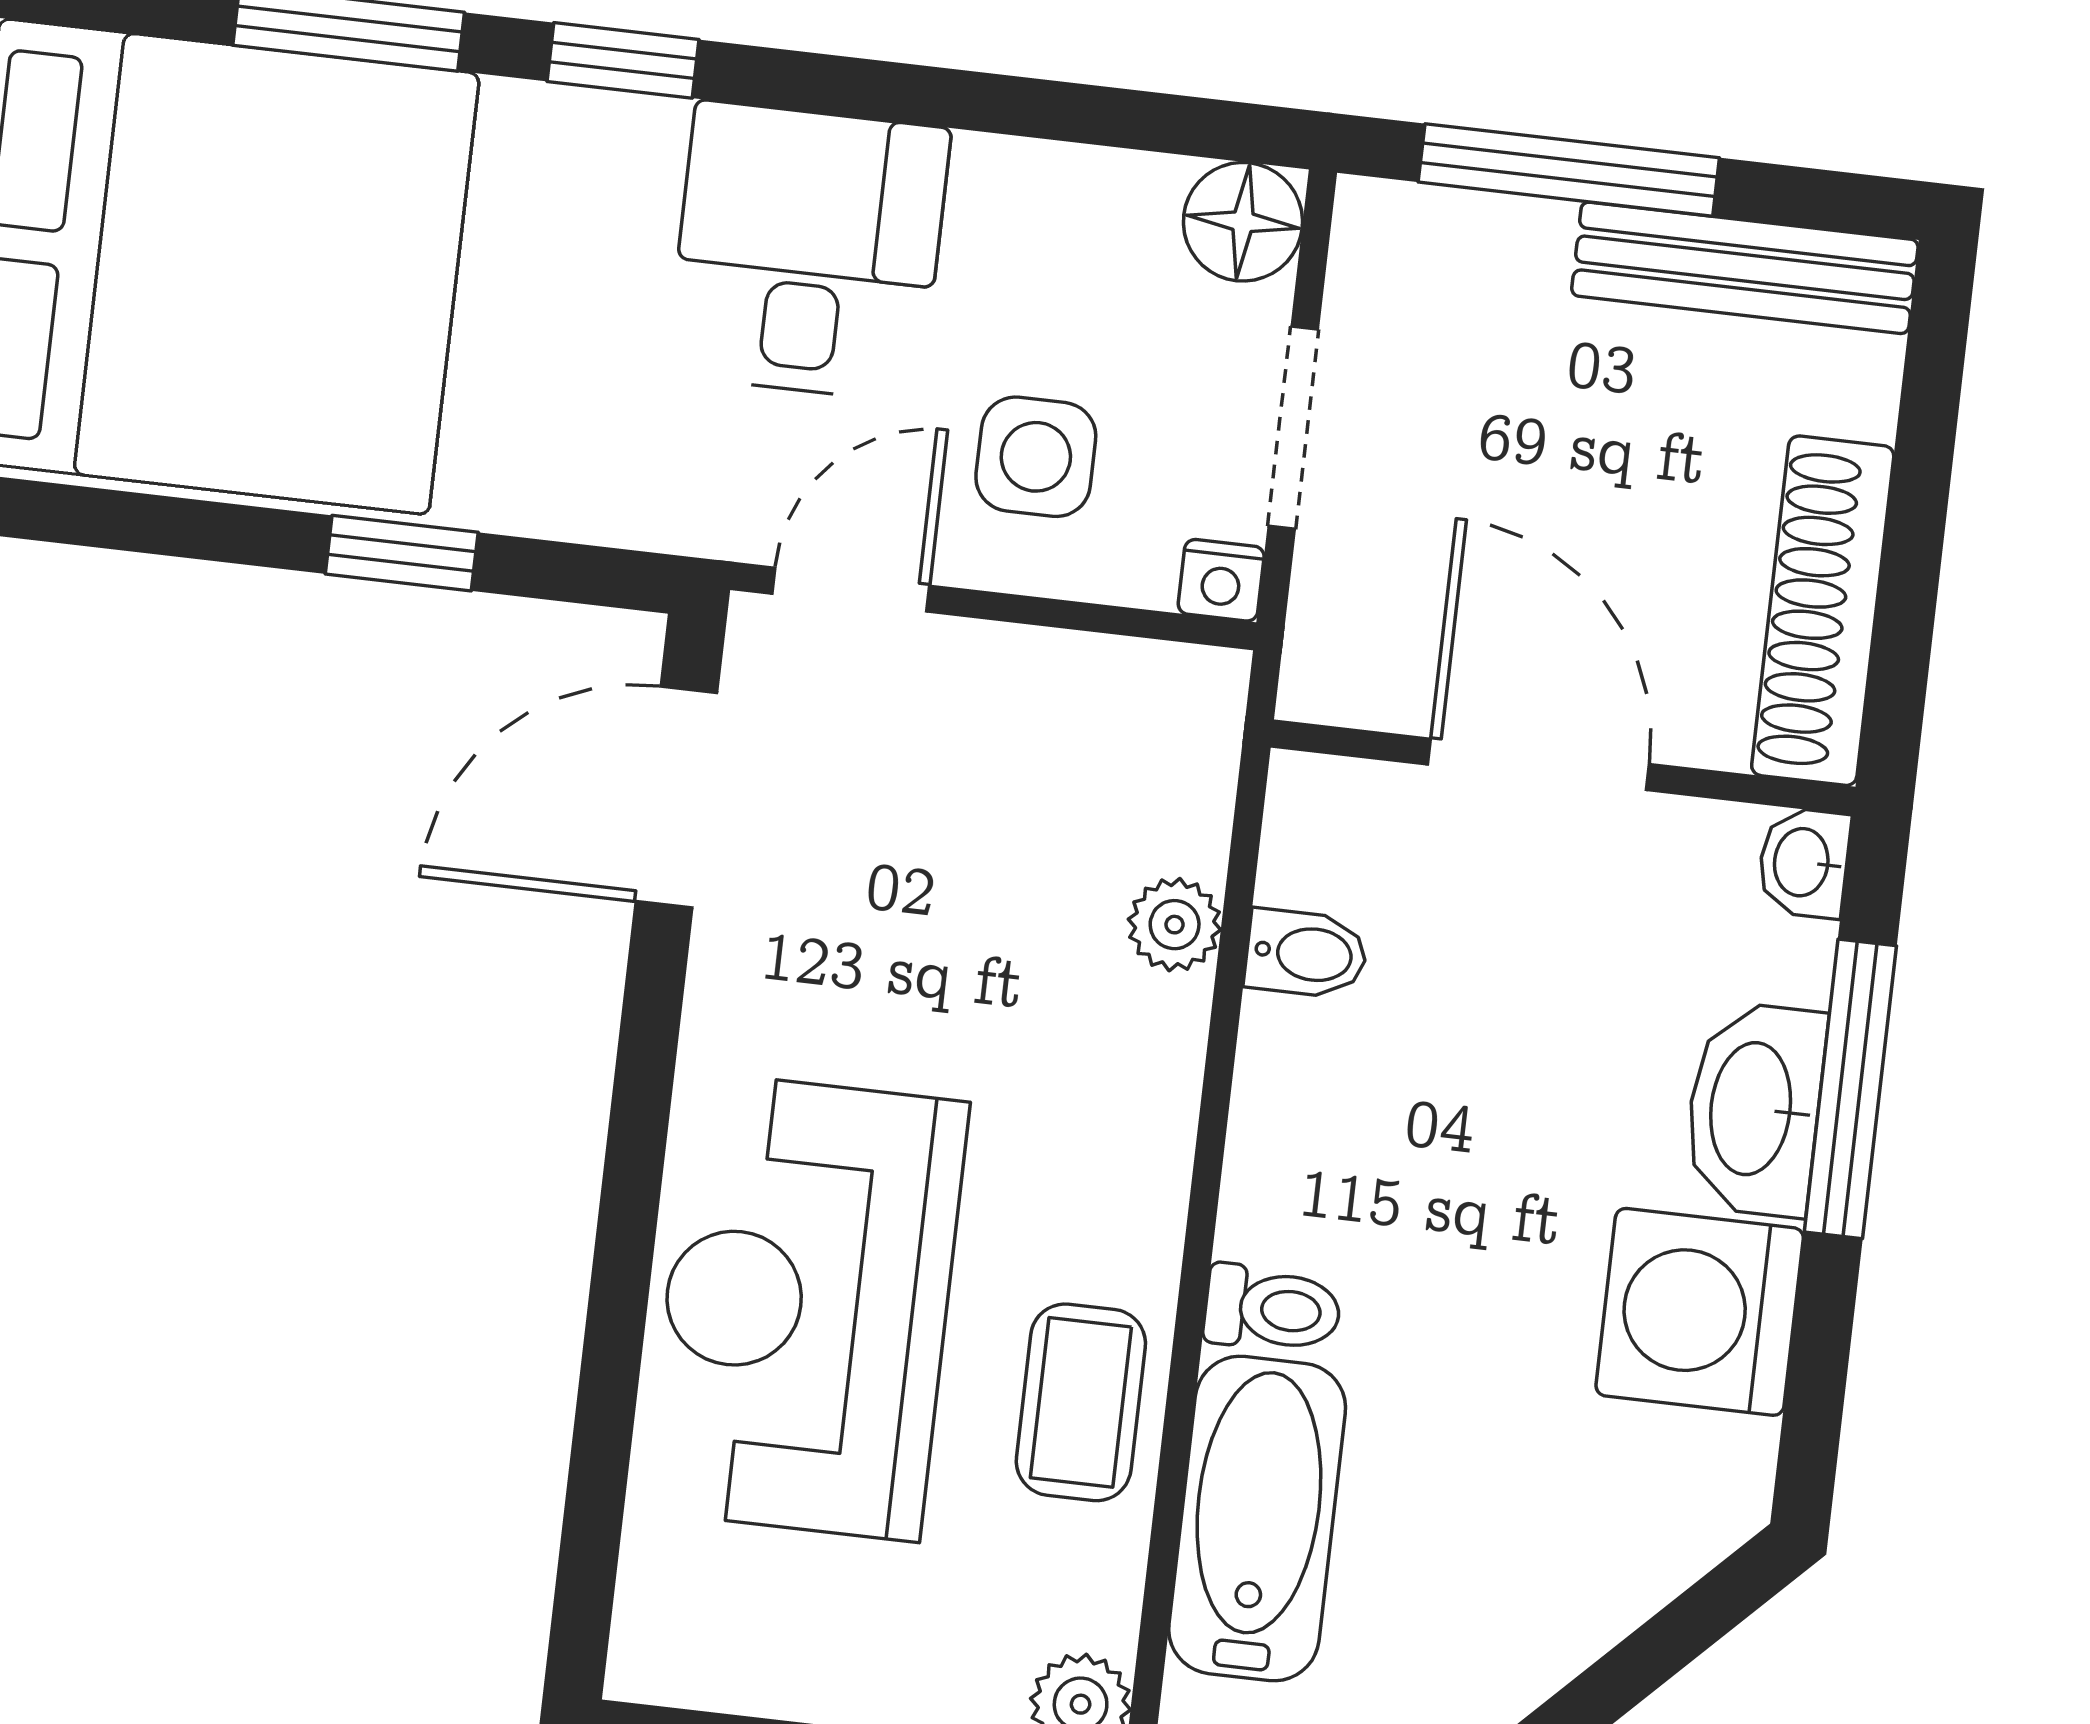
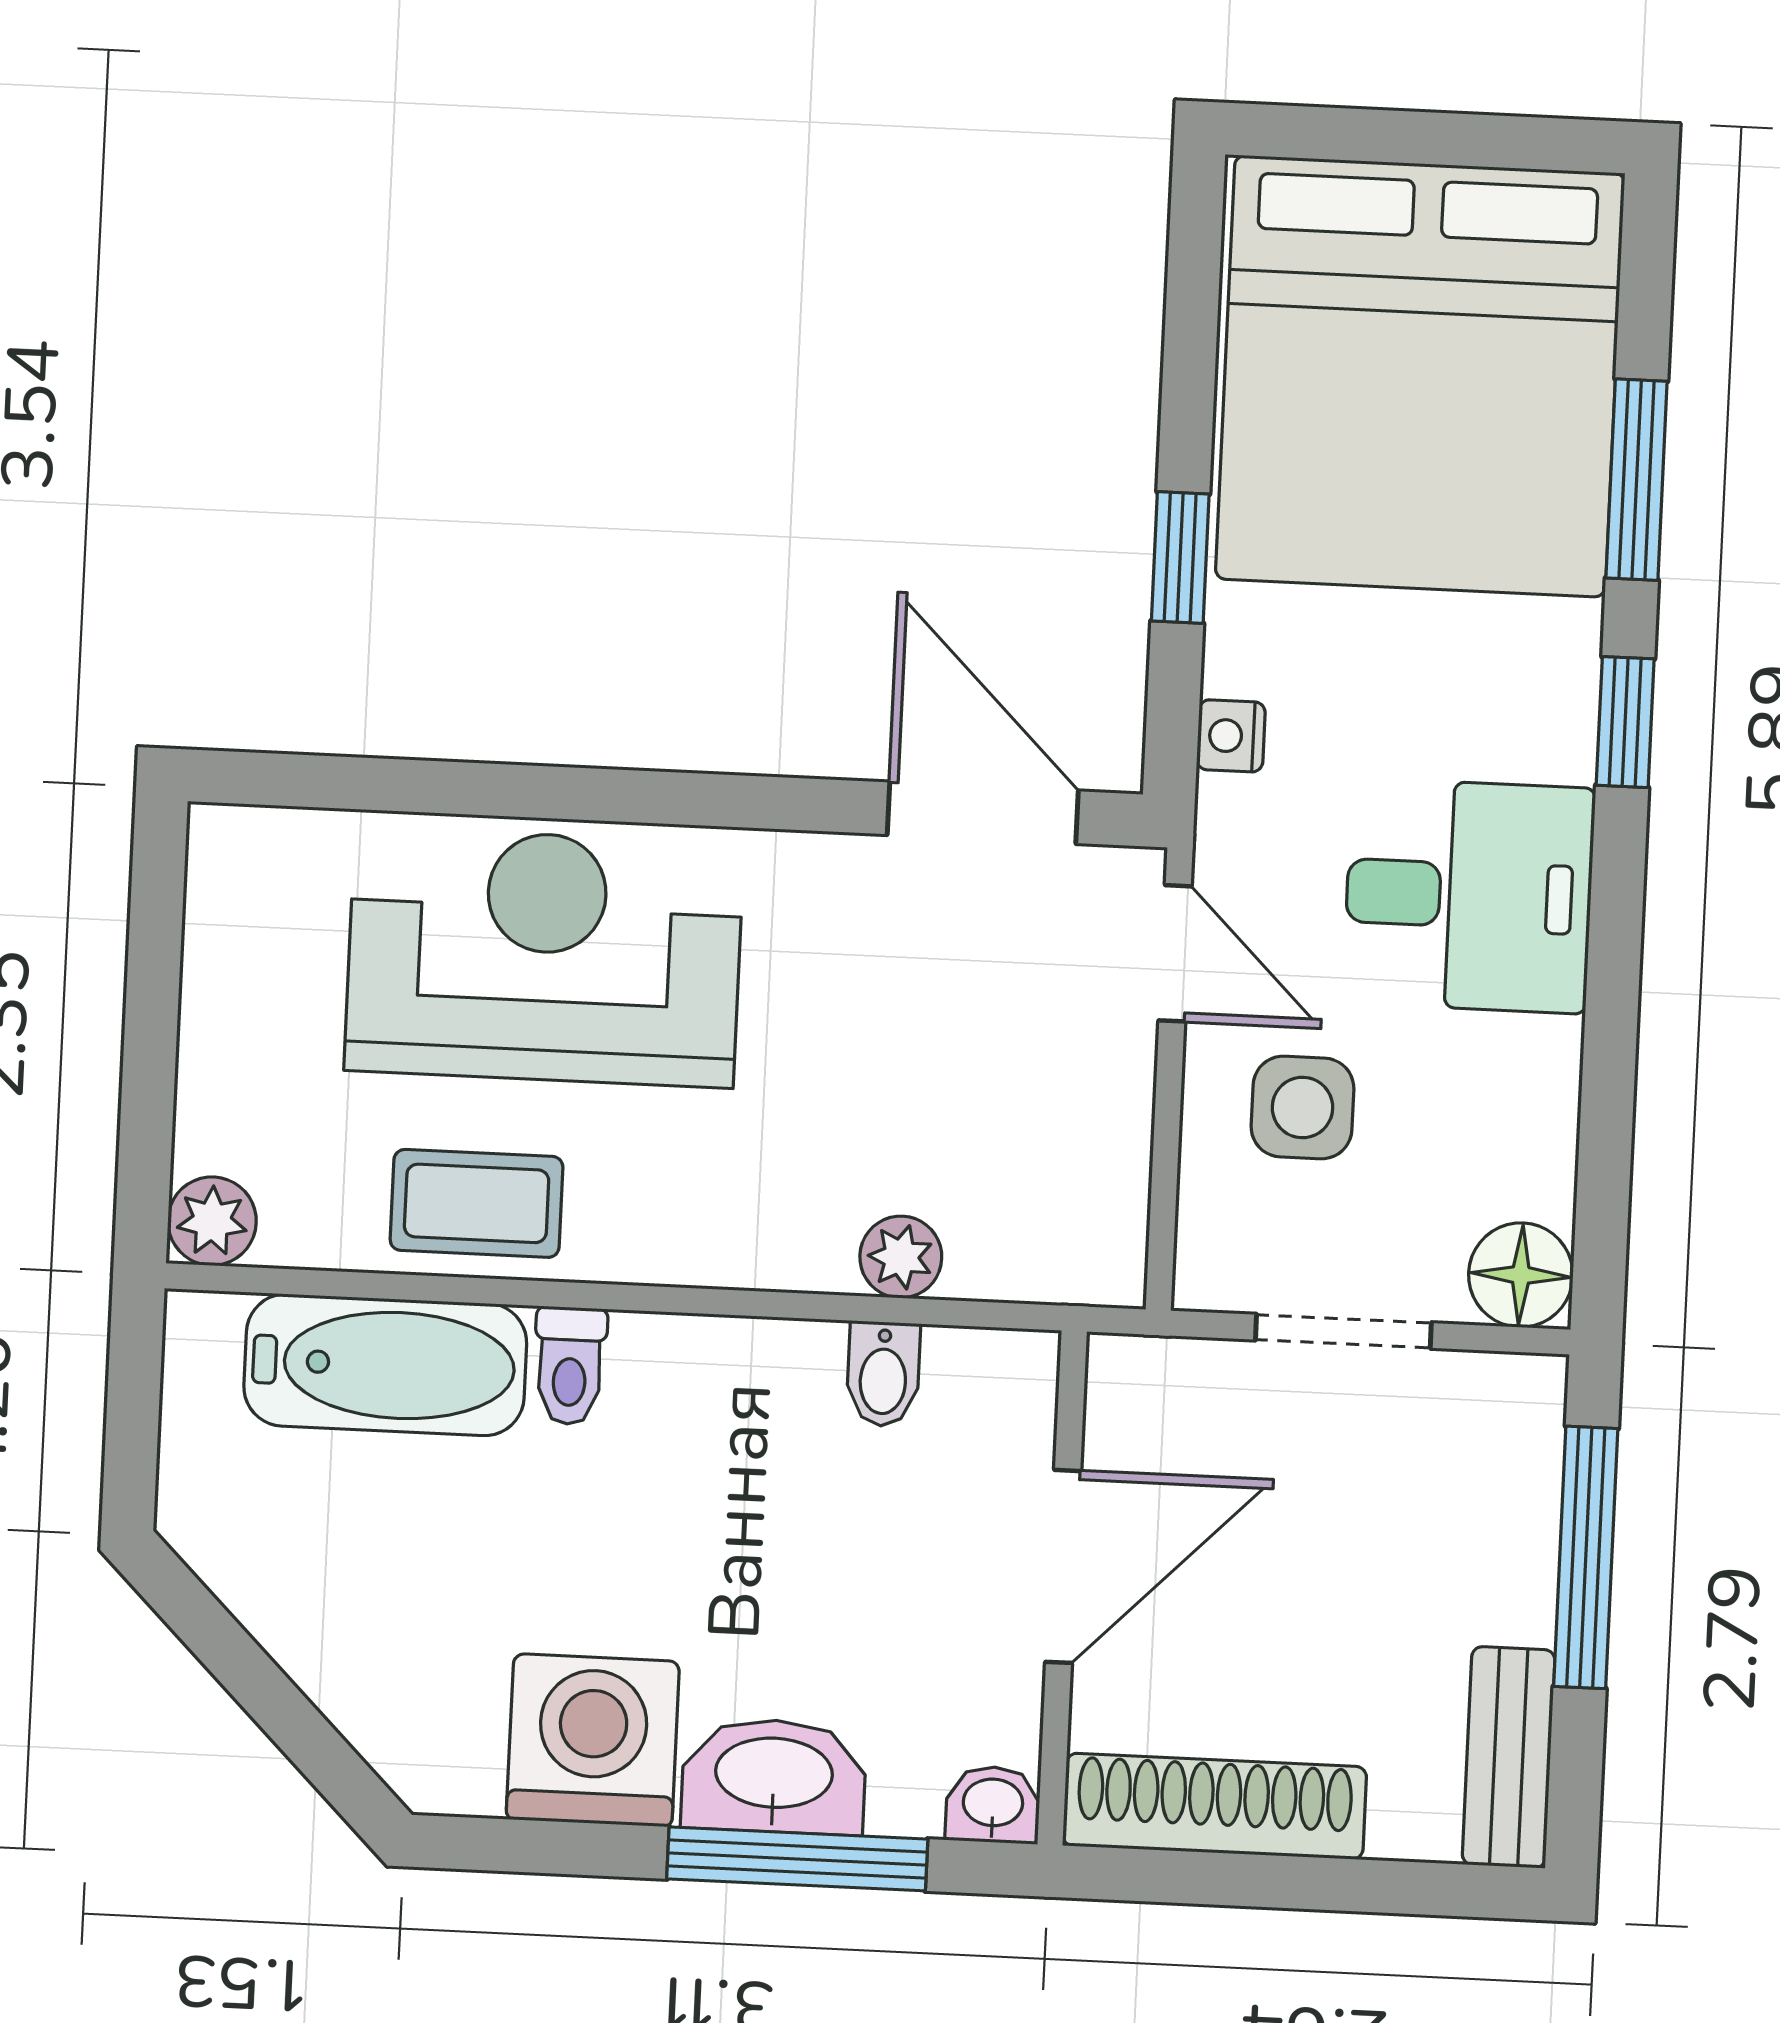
bench: (1745, 268) -> (1509, 1757), width x0.73
nightstand: (1221, 580) -> (1231, 736), moved

